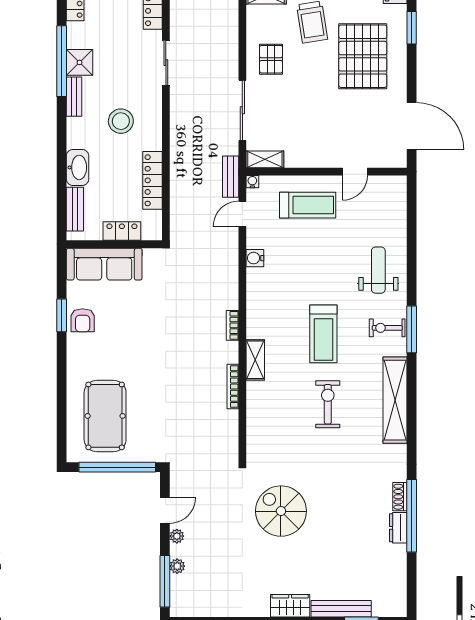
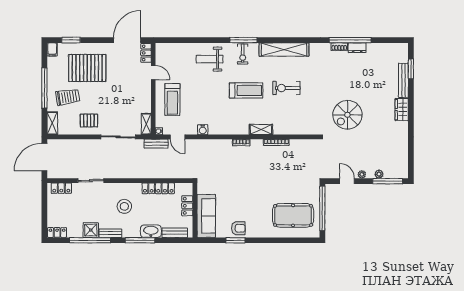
window: (62, 149) -> (140, 240), added
locker: (389, 159) -> (146, 53), added
treadmill: (308, 205) -> (172, 100), turned 180

